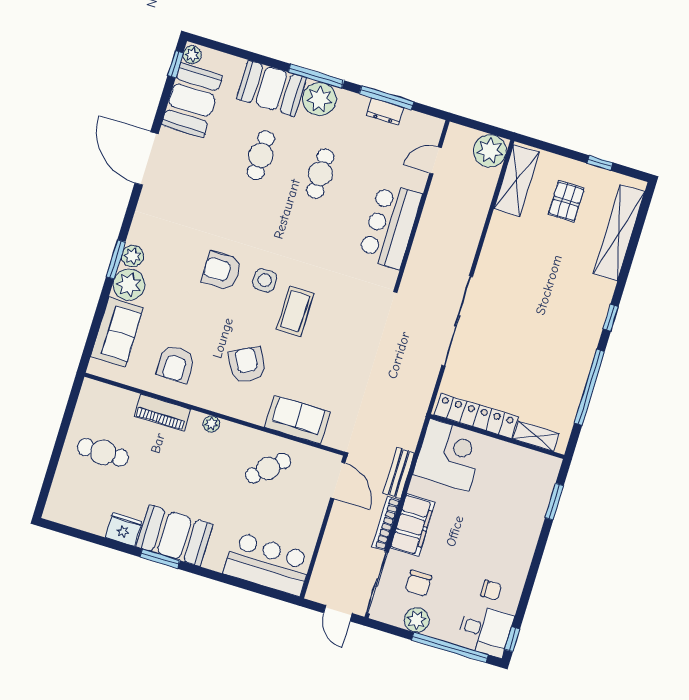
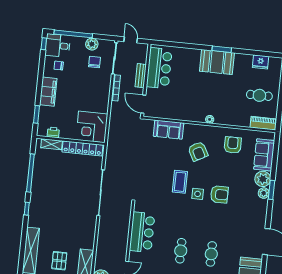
piano: (162, 413) -> (263, 123), moved
printer: (528, 459) -> (53, 132), added
cafe table: (268, 468) -> (178, 103), removed
bench: (399, 473) -> (141, 76), moved
filing cabinet: (412, 525) -> (48, 92), moved, turned 180
fridge: (124, 530) -> (261, 62), moved
bar counter: (268, 564) -> (159, 68), moved, turned -90

